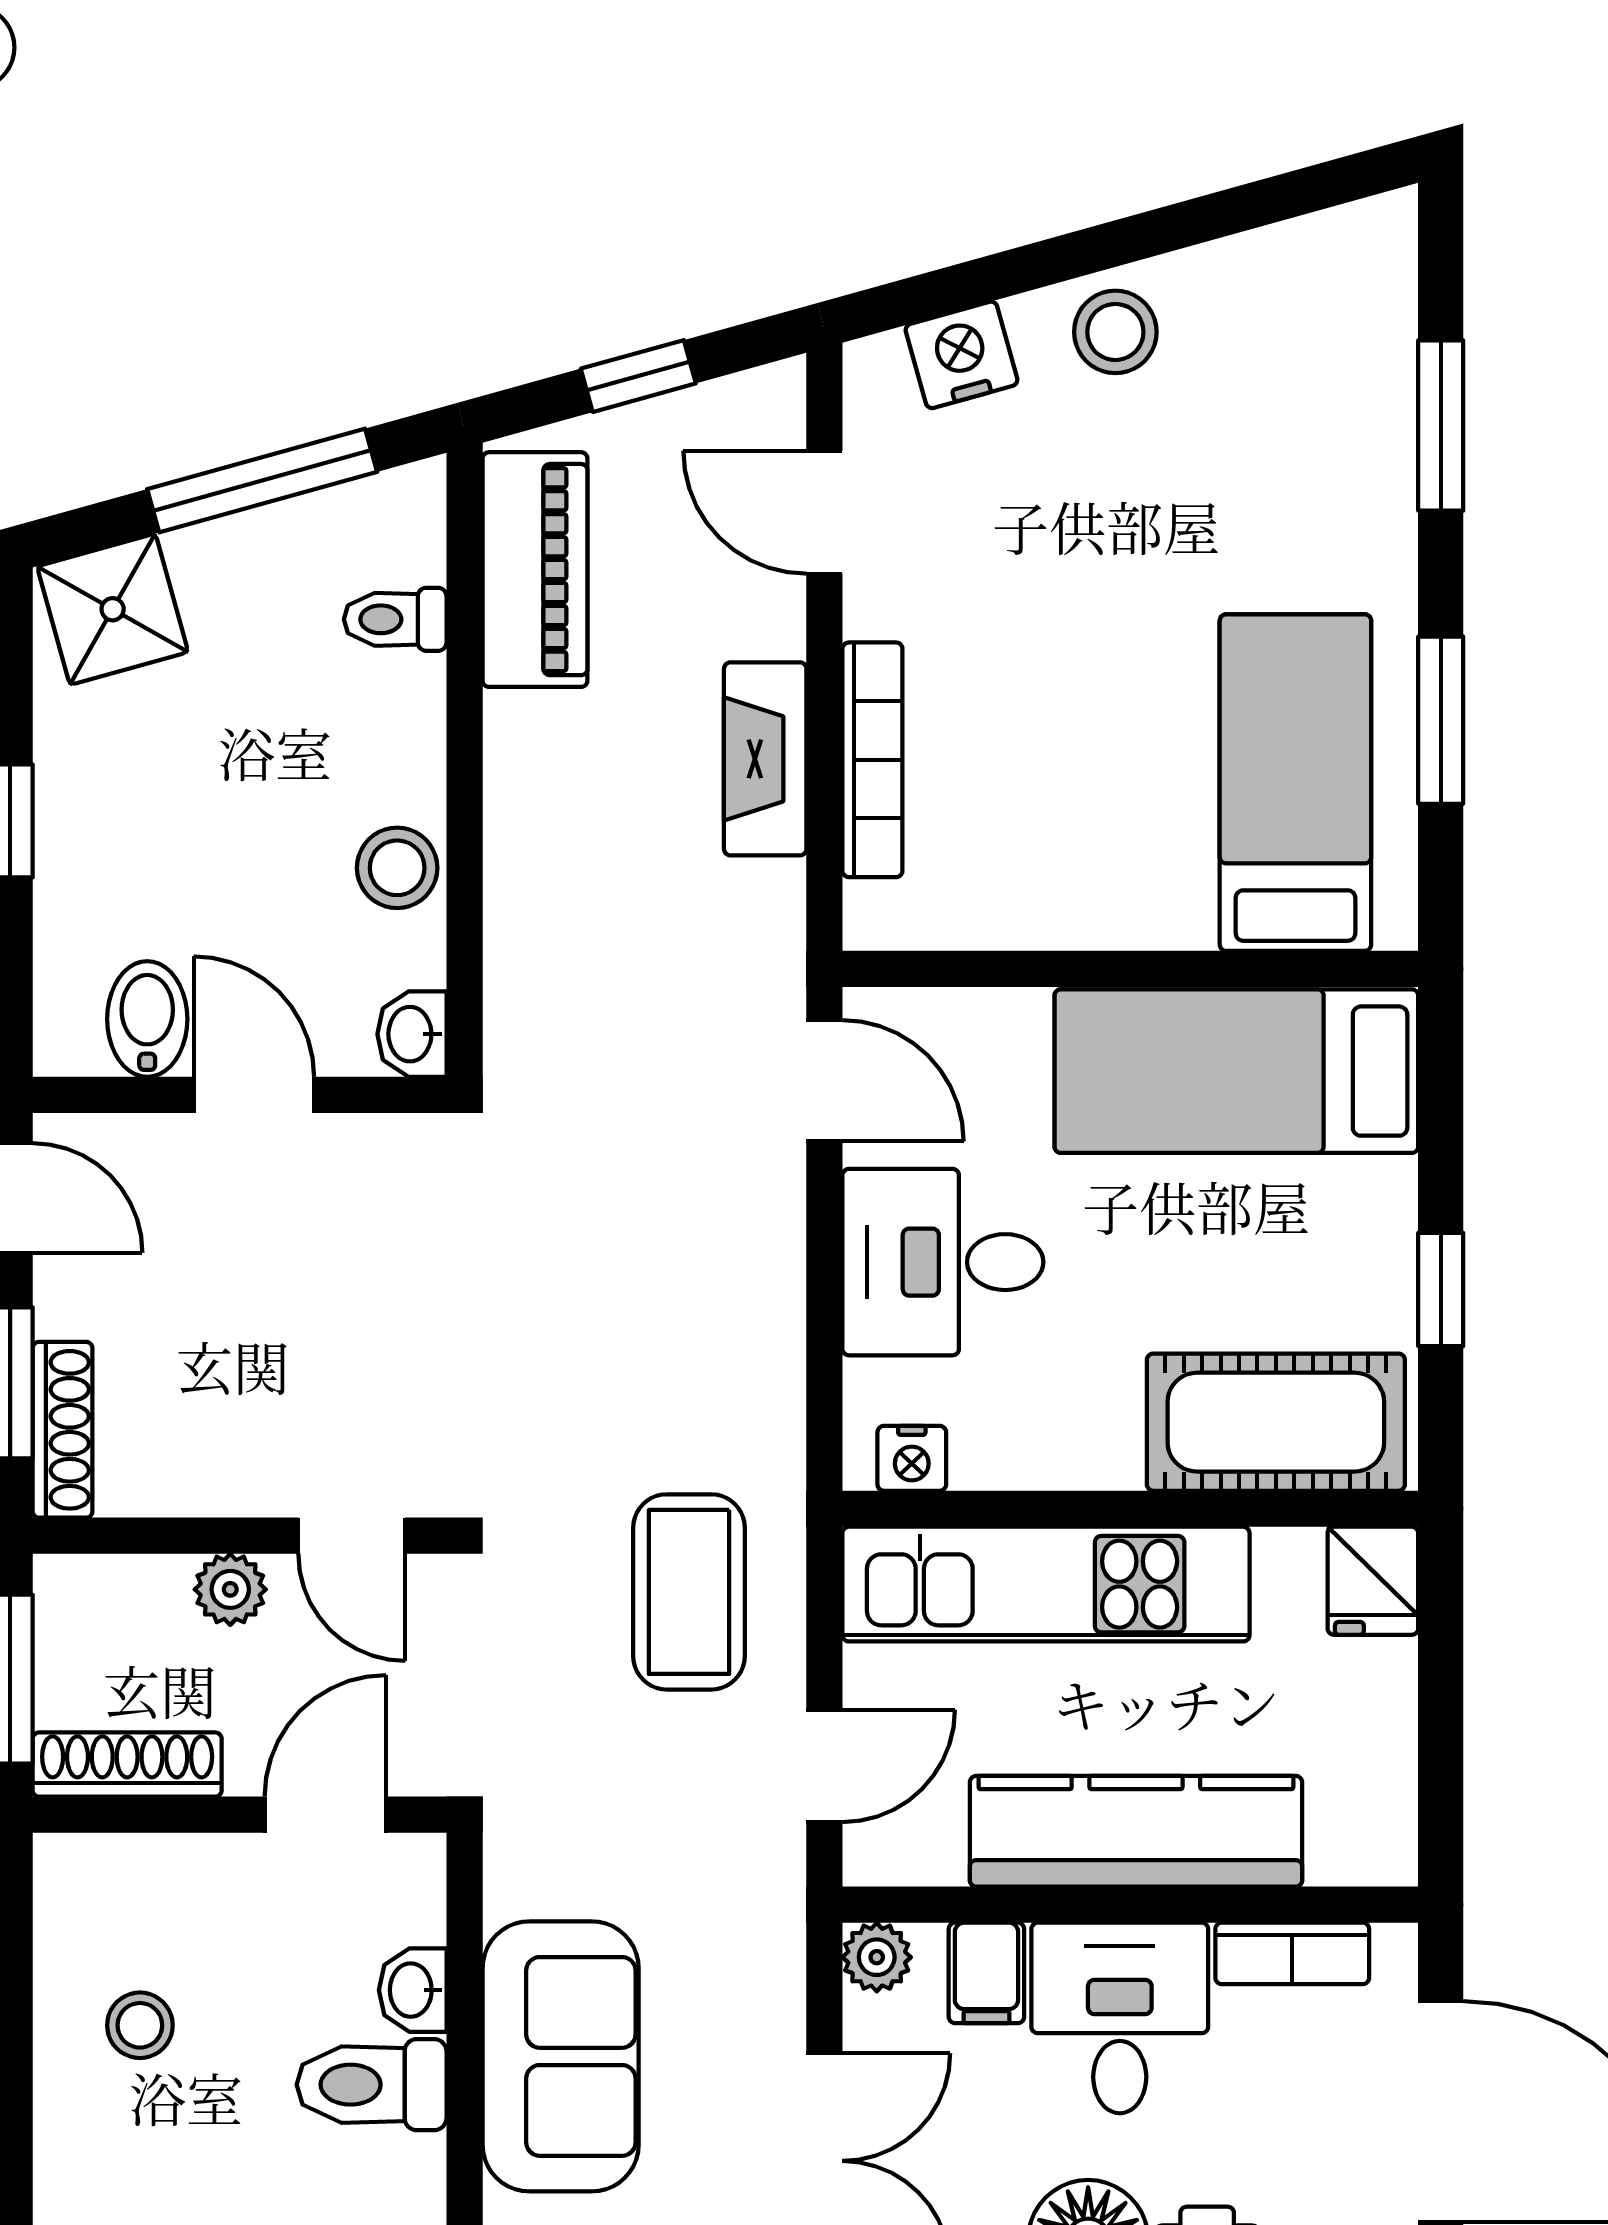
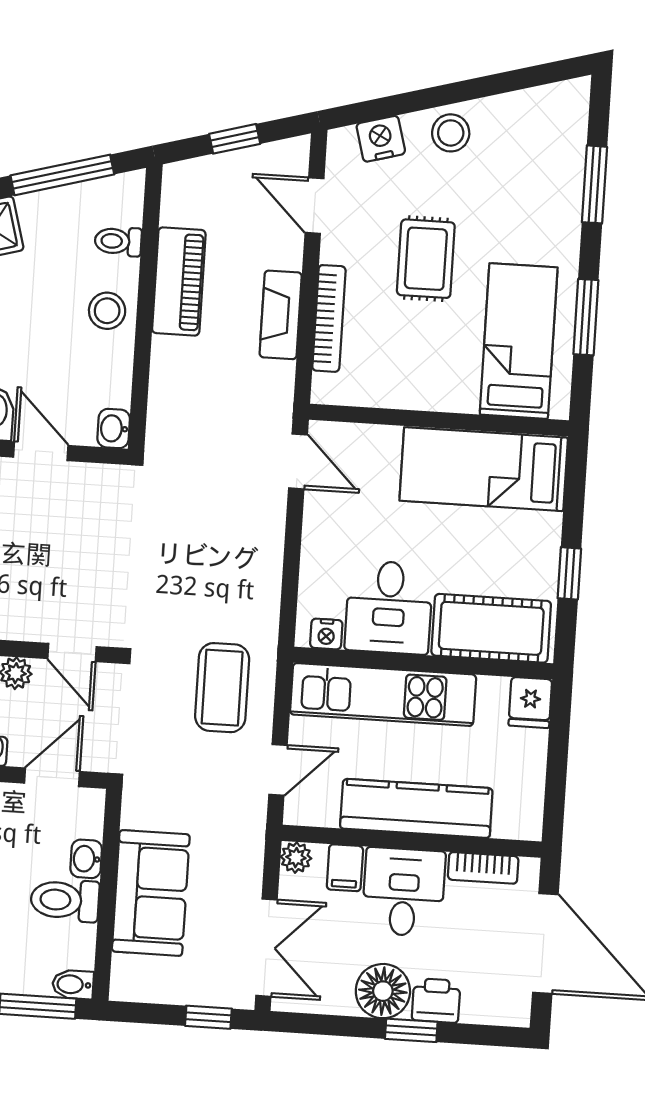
piano: (535, 570) -> (179, 282), moved
rug: (1078, 614) -> (426, 259), added
stool: (397, 868) -> (107, 311), moved
desk: (943, 1262) -> (389, 607), moved, turned -90

